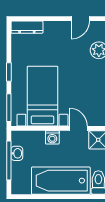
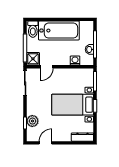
bed with nightstands: (42, 96) -> (73, 105), moved, turned 90
door: (78, 128) -> (47, 67), hinge flipped
washing machine: (52, 137) -> (75, 61), moved

